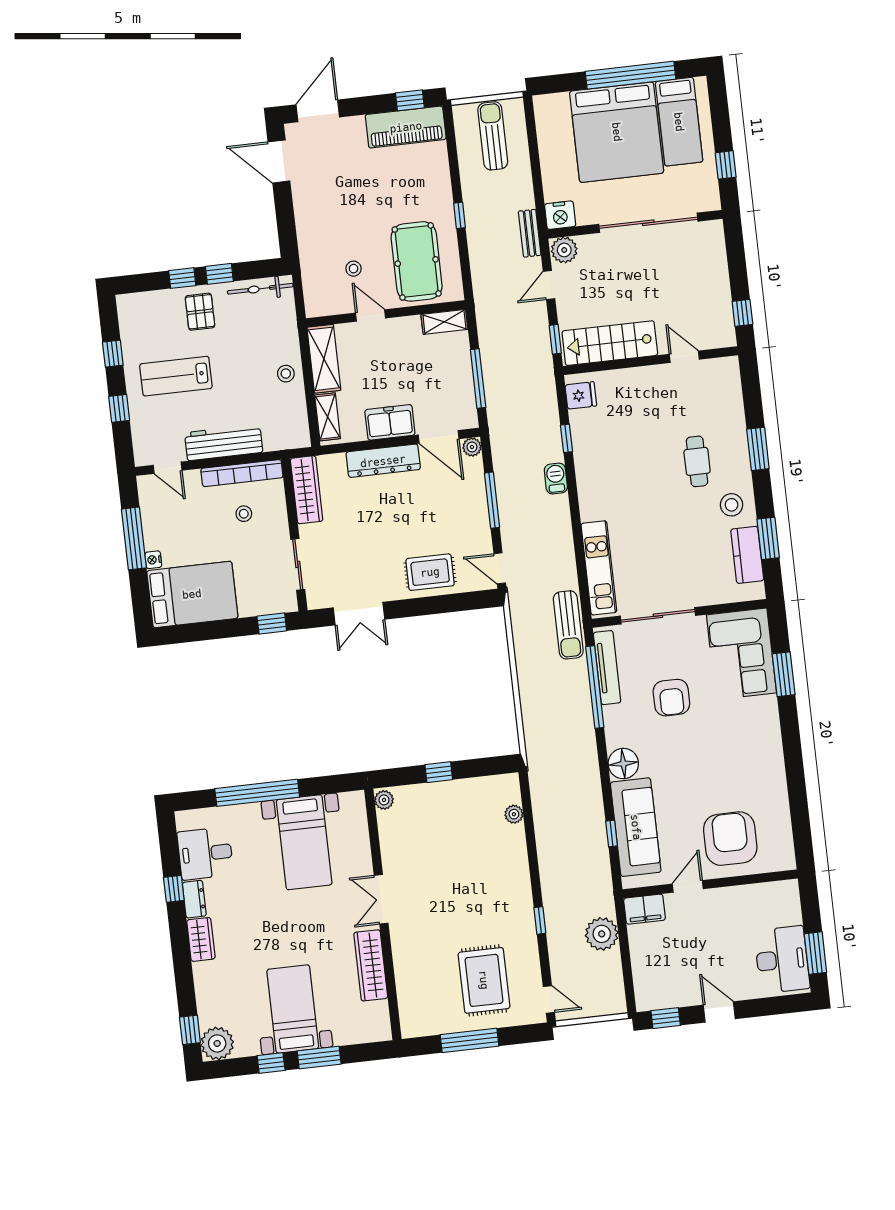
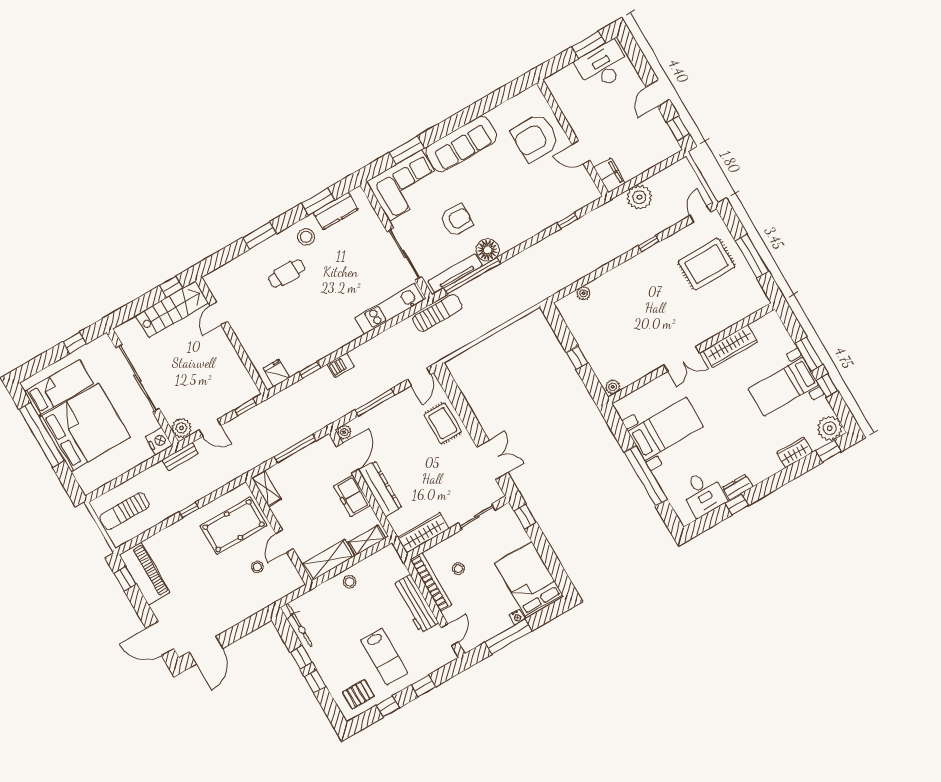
pallet: (200, 312) -> (358, 694), moved
stairs: (610, 343) -> (172, 309), moved, turned -90
floor lamp: (623, 764) -> (488, 250), moved
sofa: (636, 827) -> (461, 144), moved, turned 180
wardrobe: (201, 939) -> (794, 452), moved

